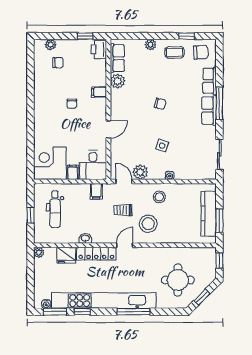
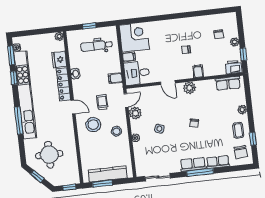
plant: (51, 45) -> (235, 42), moved
plant: (118, 81) -> (190, 88), moved

